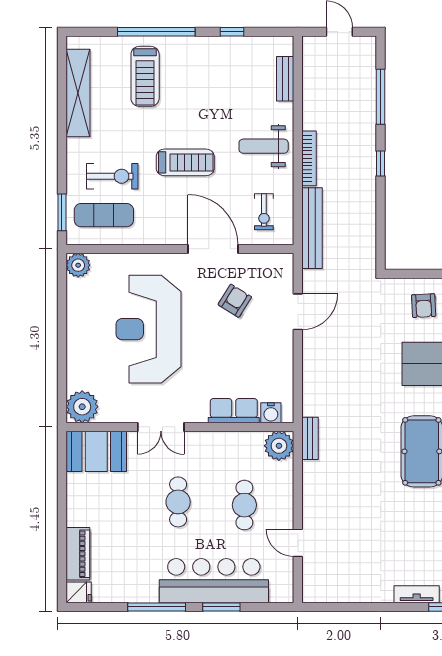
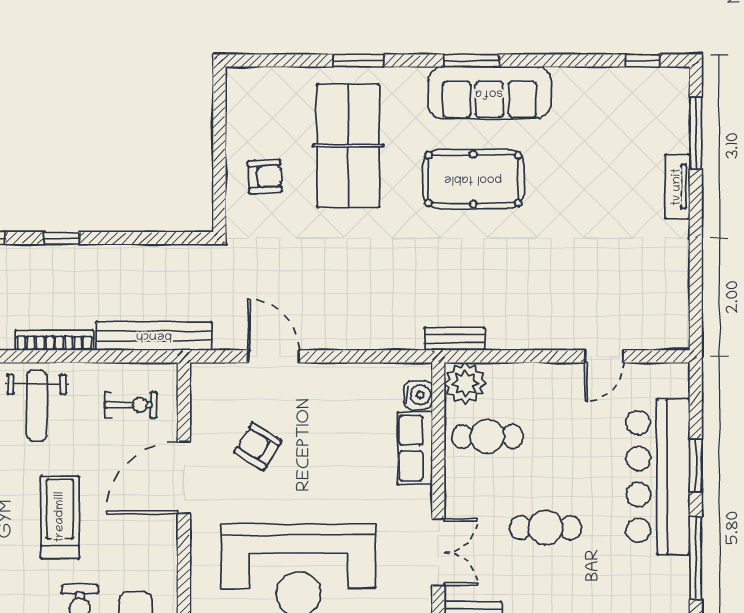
cafe table: (244, 505) -> (487, 436), moved

